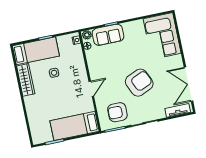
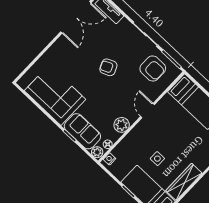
corner sofa: (162, 36) -> (55, 95), moved, turned -90
plant: (94, 64) -> (122, 125), added
armchair: (139, 83) -> (108, 67), width x0.53, depth x0.53
door: (91, 89) -> (148, 111), hinge flipped

